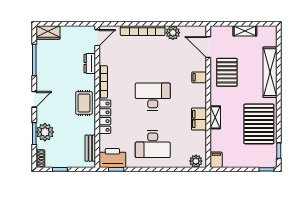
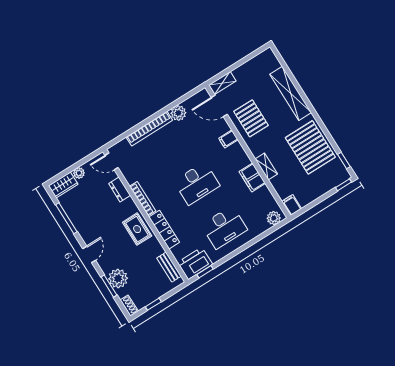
plant: (66, 31) -> (79, 173), added
shelving: (245, 31) -> (222, 83), moved
door: (97, 38) -> (112, 161), swing flipped
desk: (153, 97) -> (197, 183), turned 180

